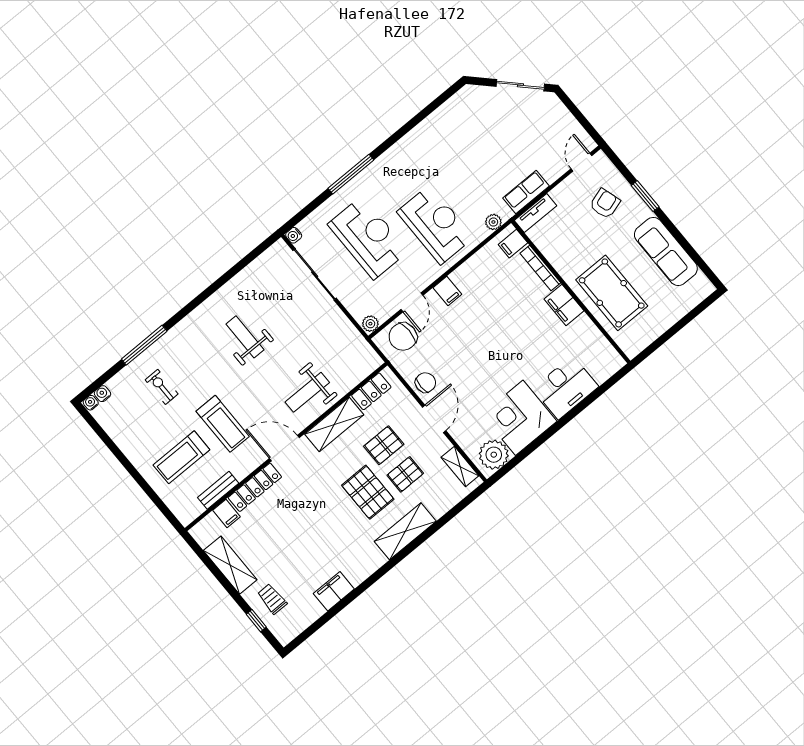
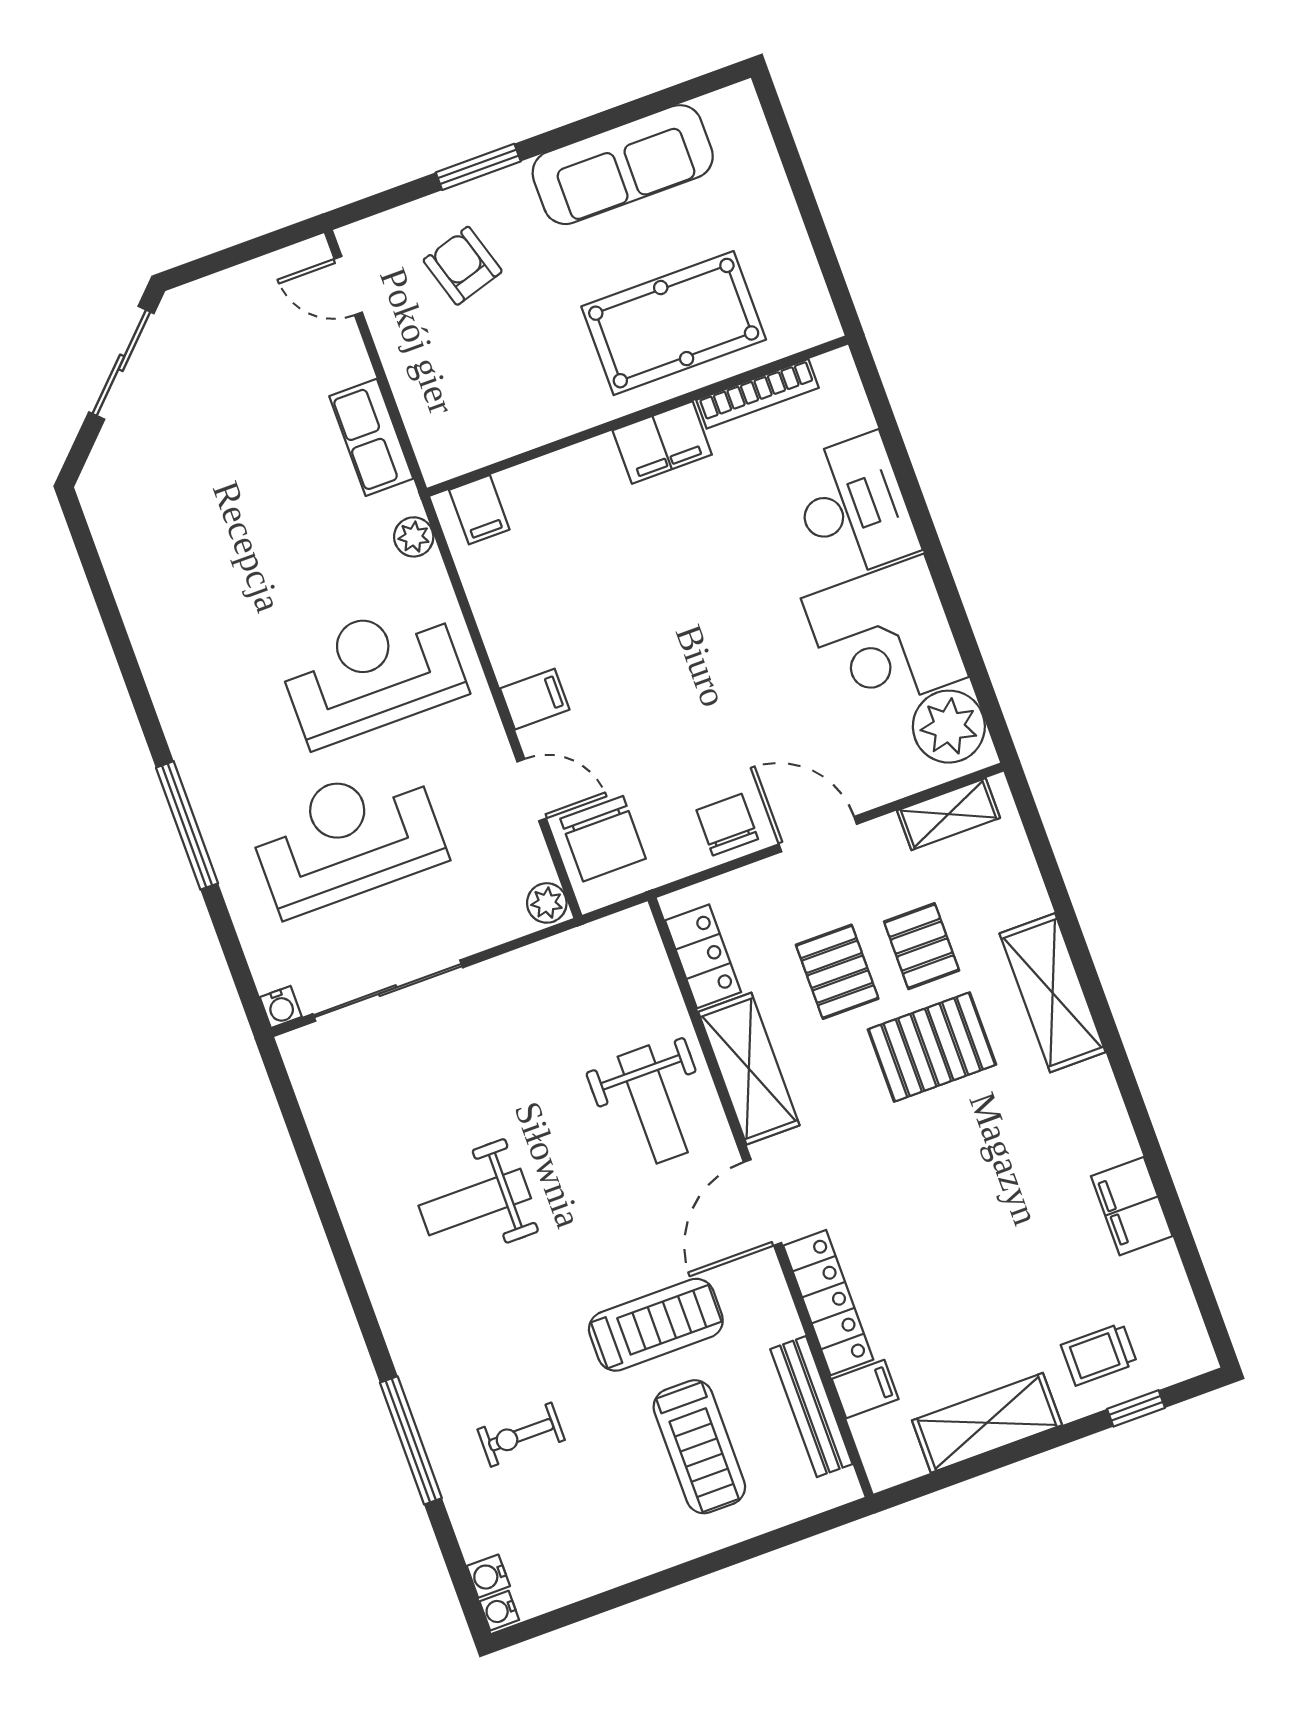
tv unit: (536, 213) -> (428, 433), removed
bookcase: (540, 268) -> (758, 394), moved
bench: (218, 490) -> (811, 1407), width x1.36

